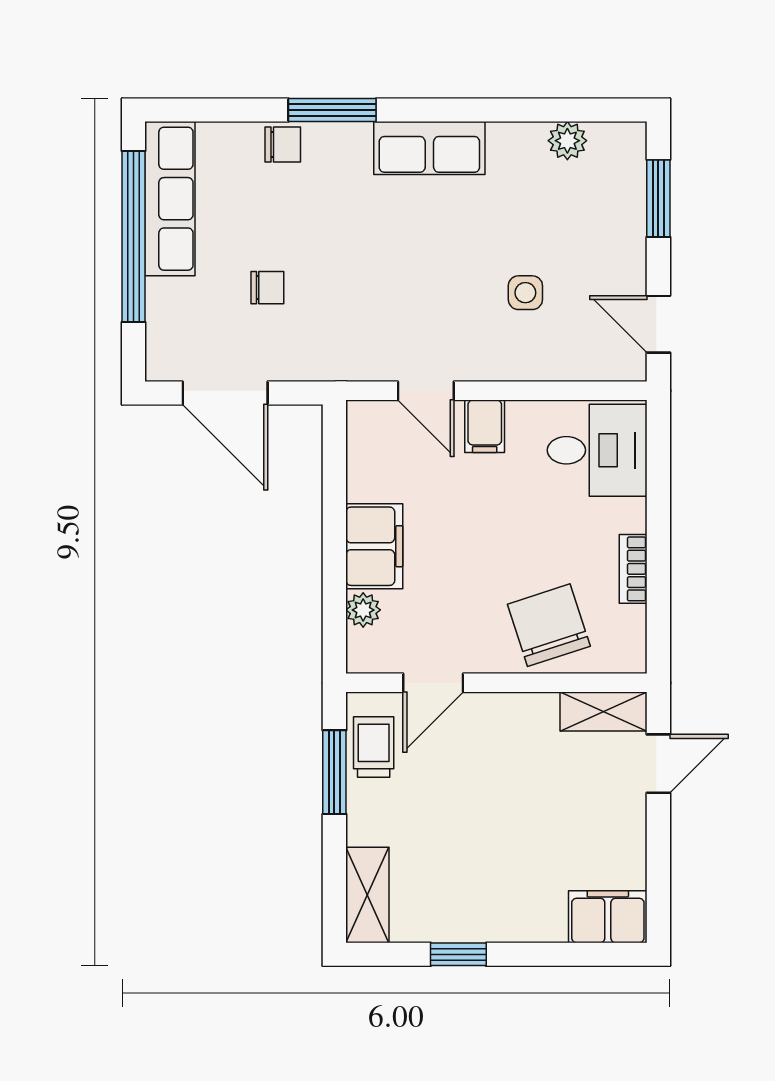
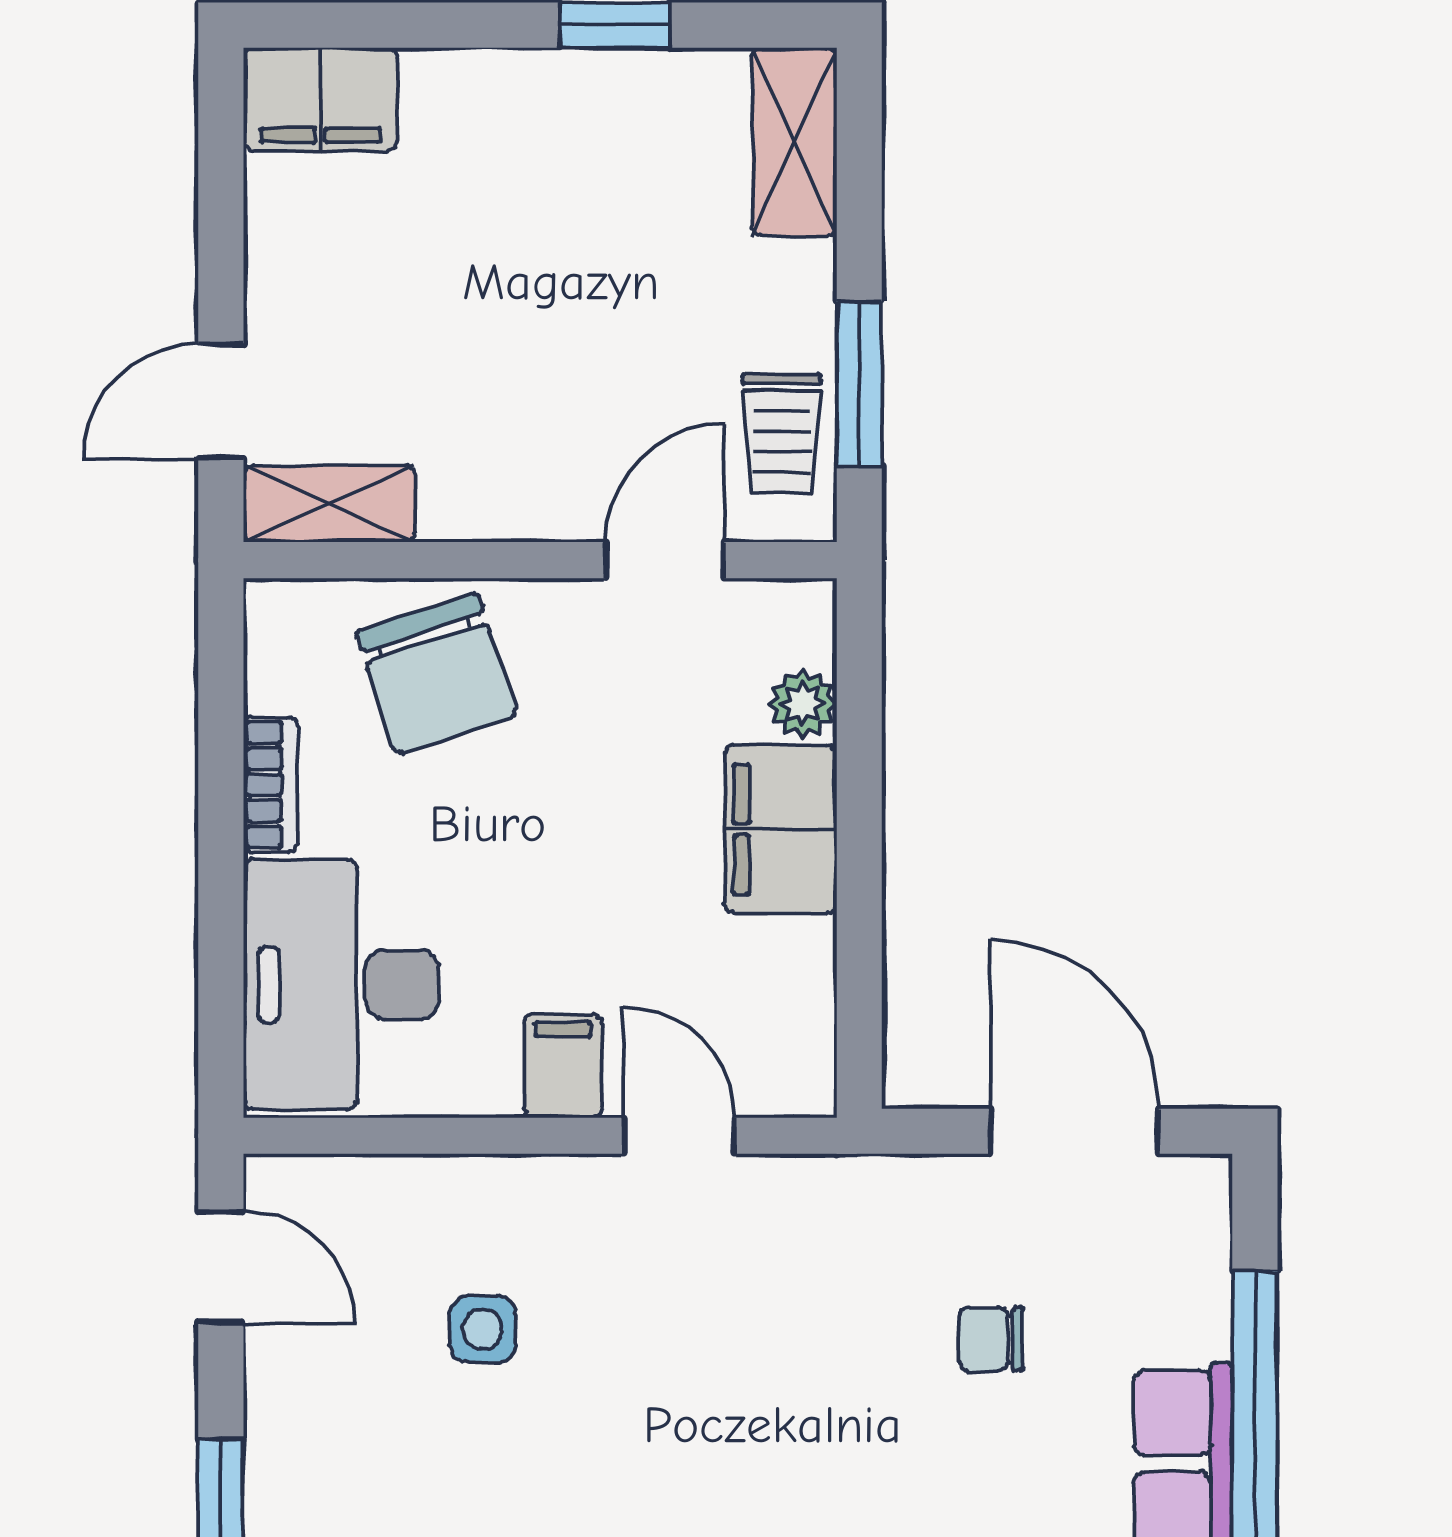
desk: (597, 450) -> (341, 985), width x1.37

